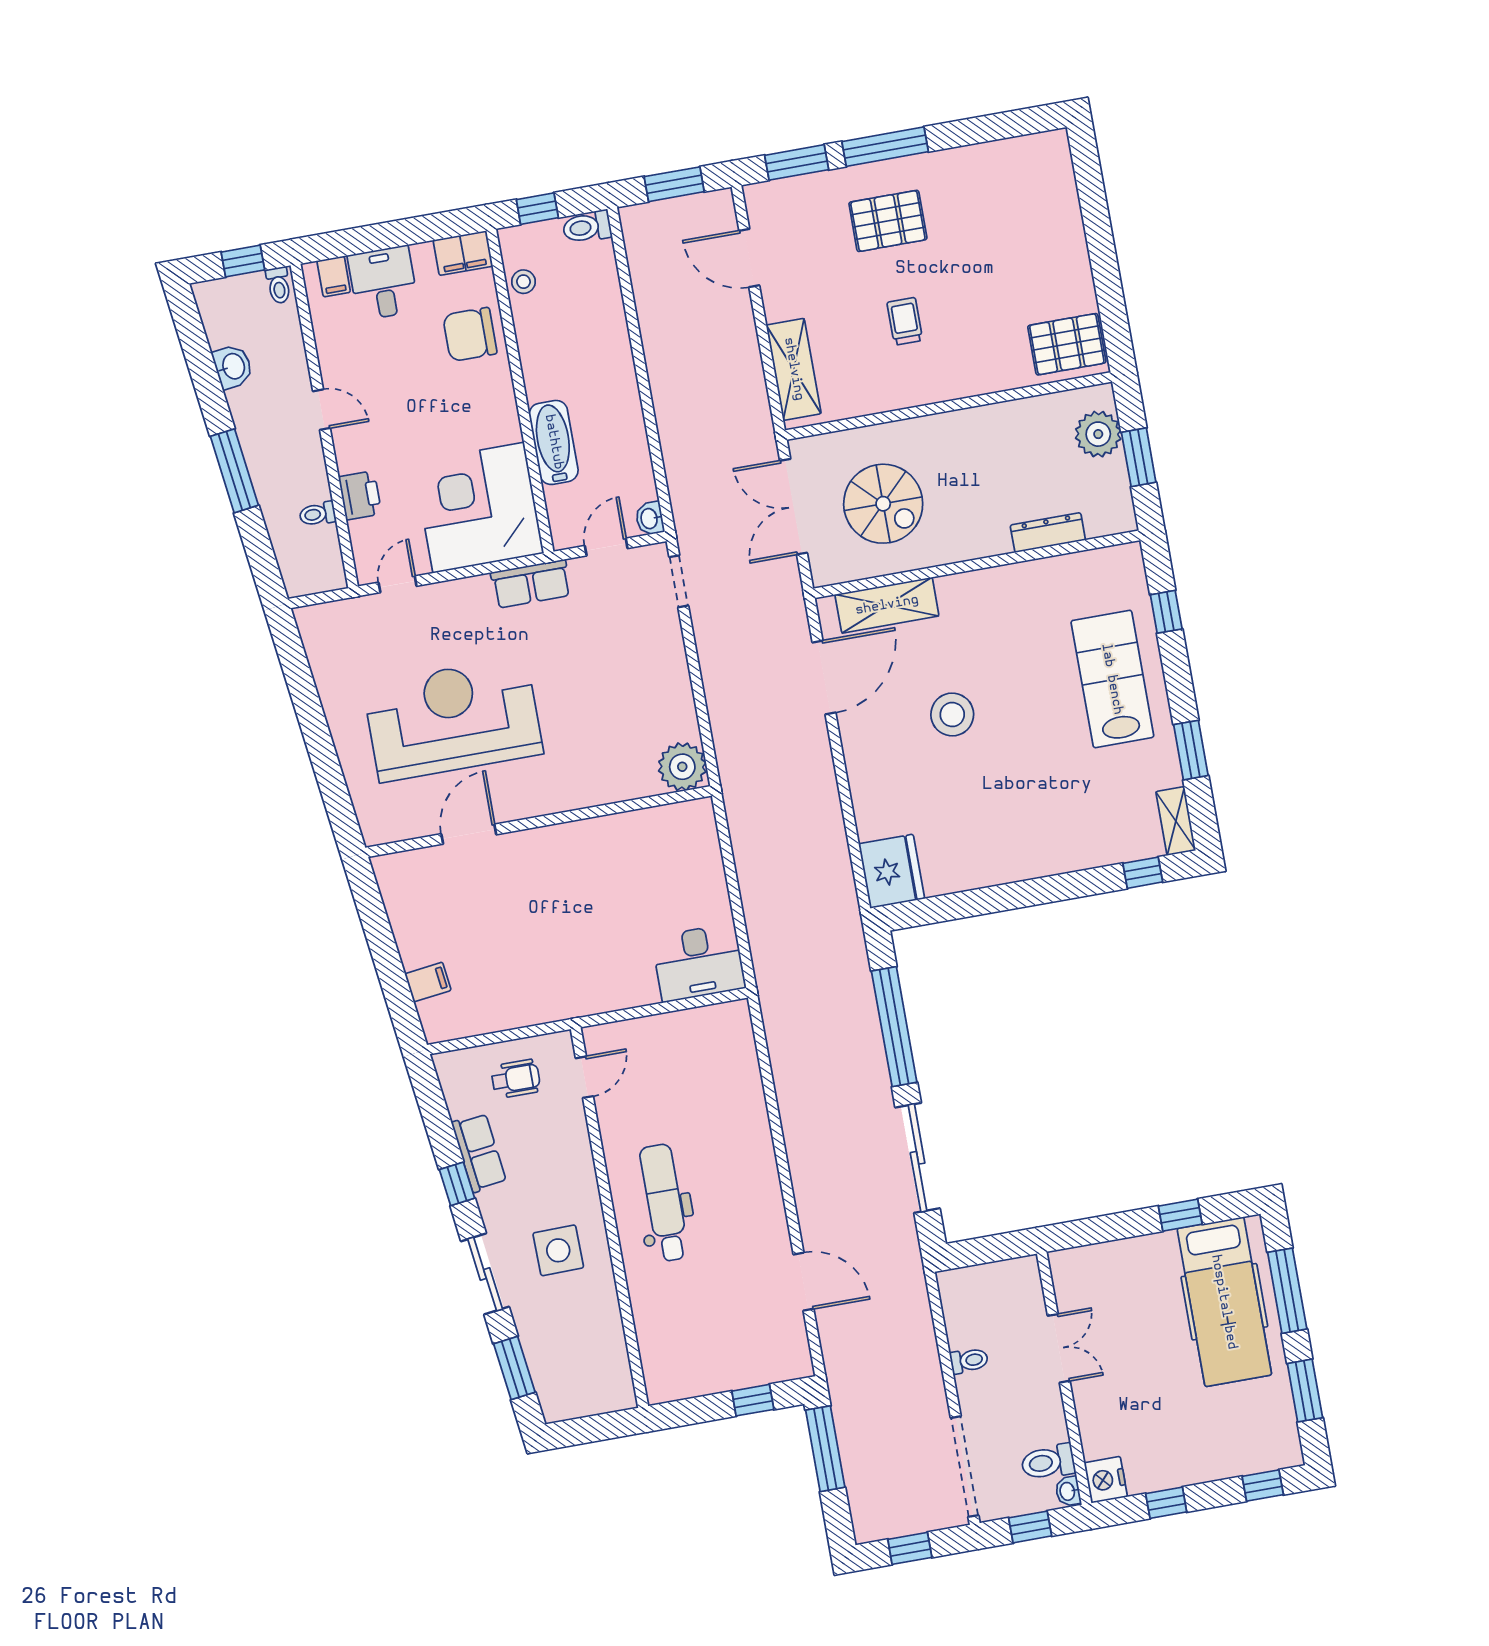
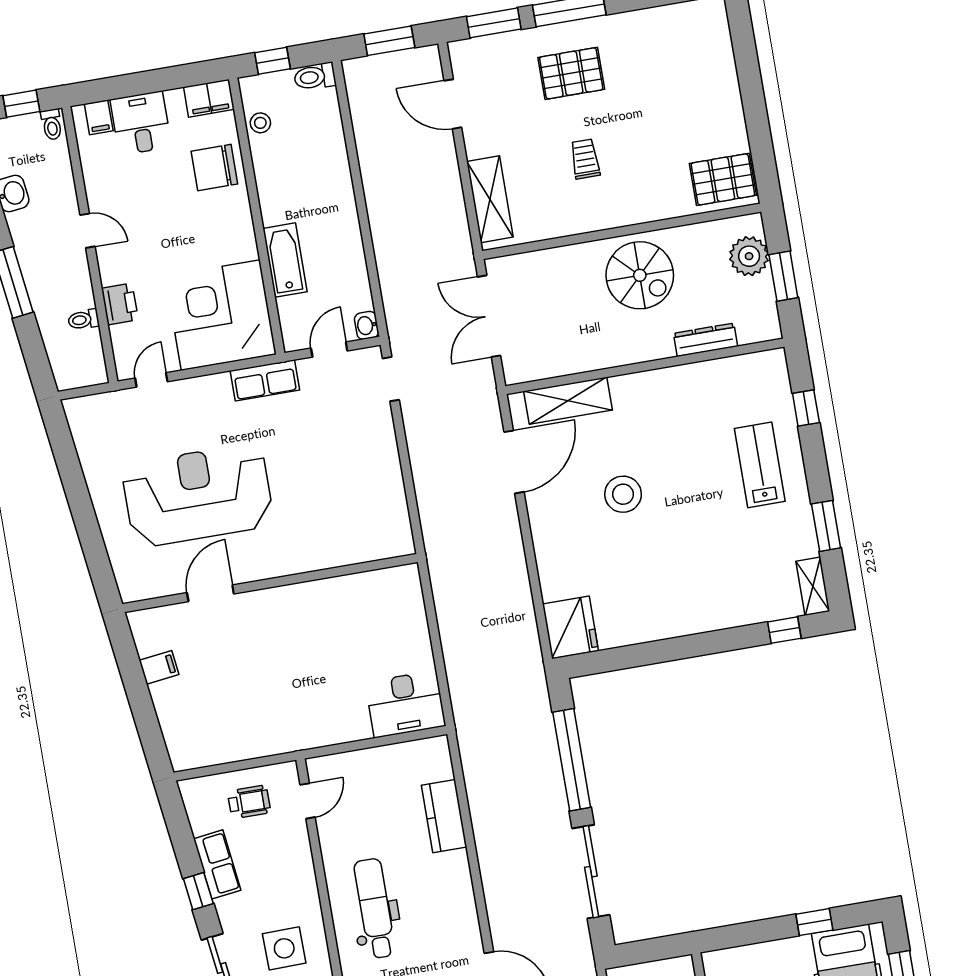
spiral stairs: (883, 504) -> (640, 275), moved
lab bench: (1112, 679) -> (760, 465), width x0.73, depth x0.72
plant: (682, 767) -> (393, 537), removed
filing cabinet: (428, 982) -> (159, 667), moved
kitchen counter: (745, 1094) -> (444, 816), added

